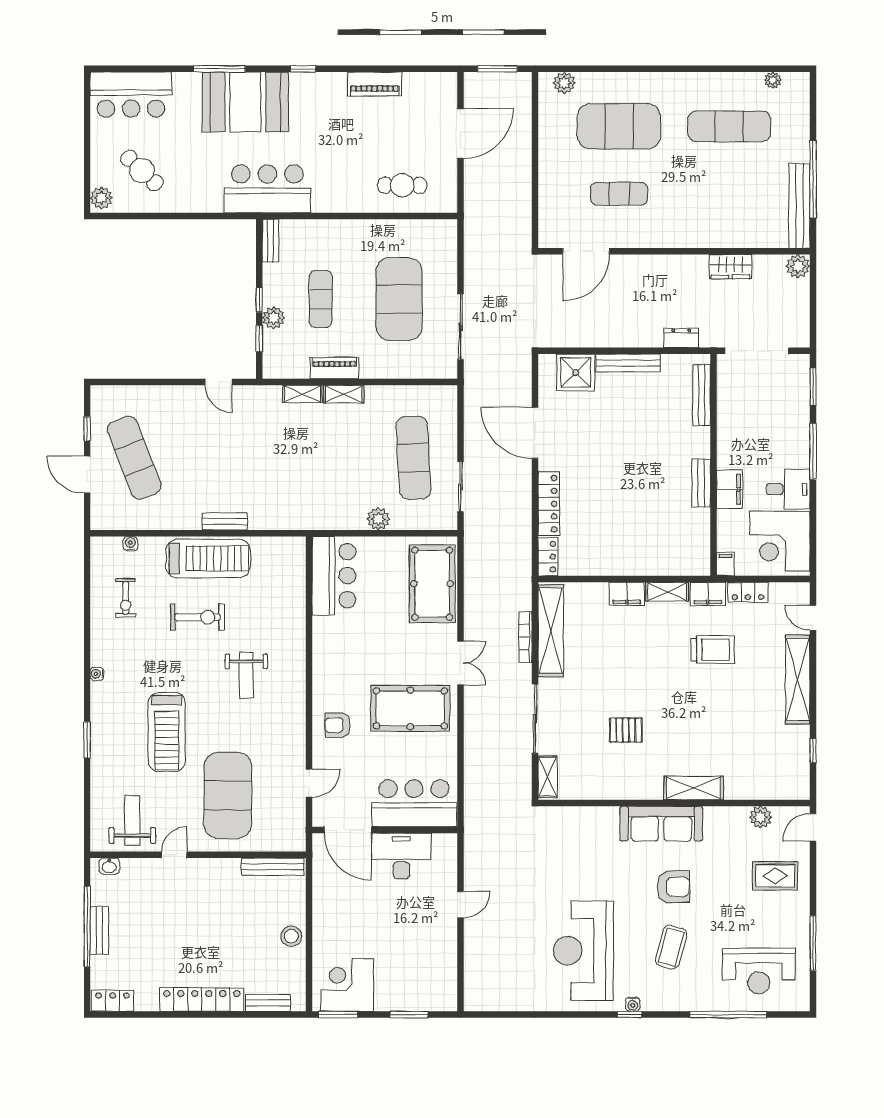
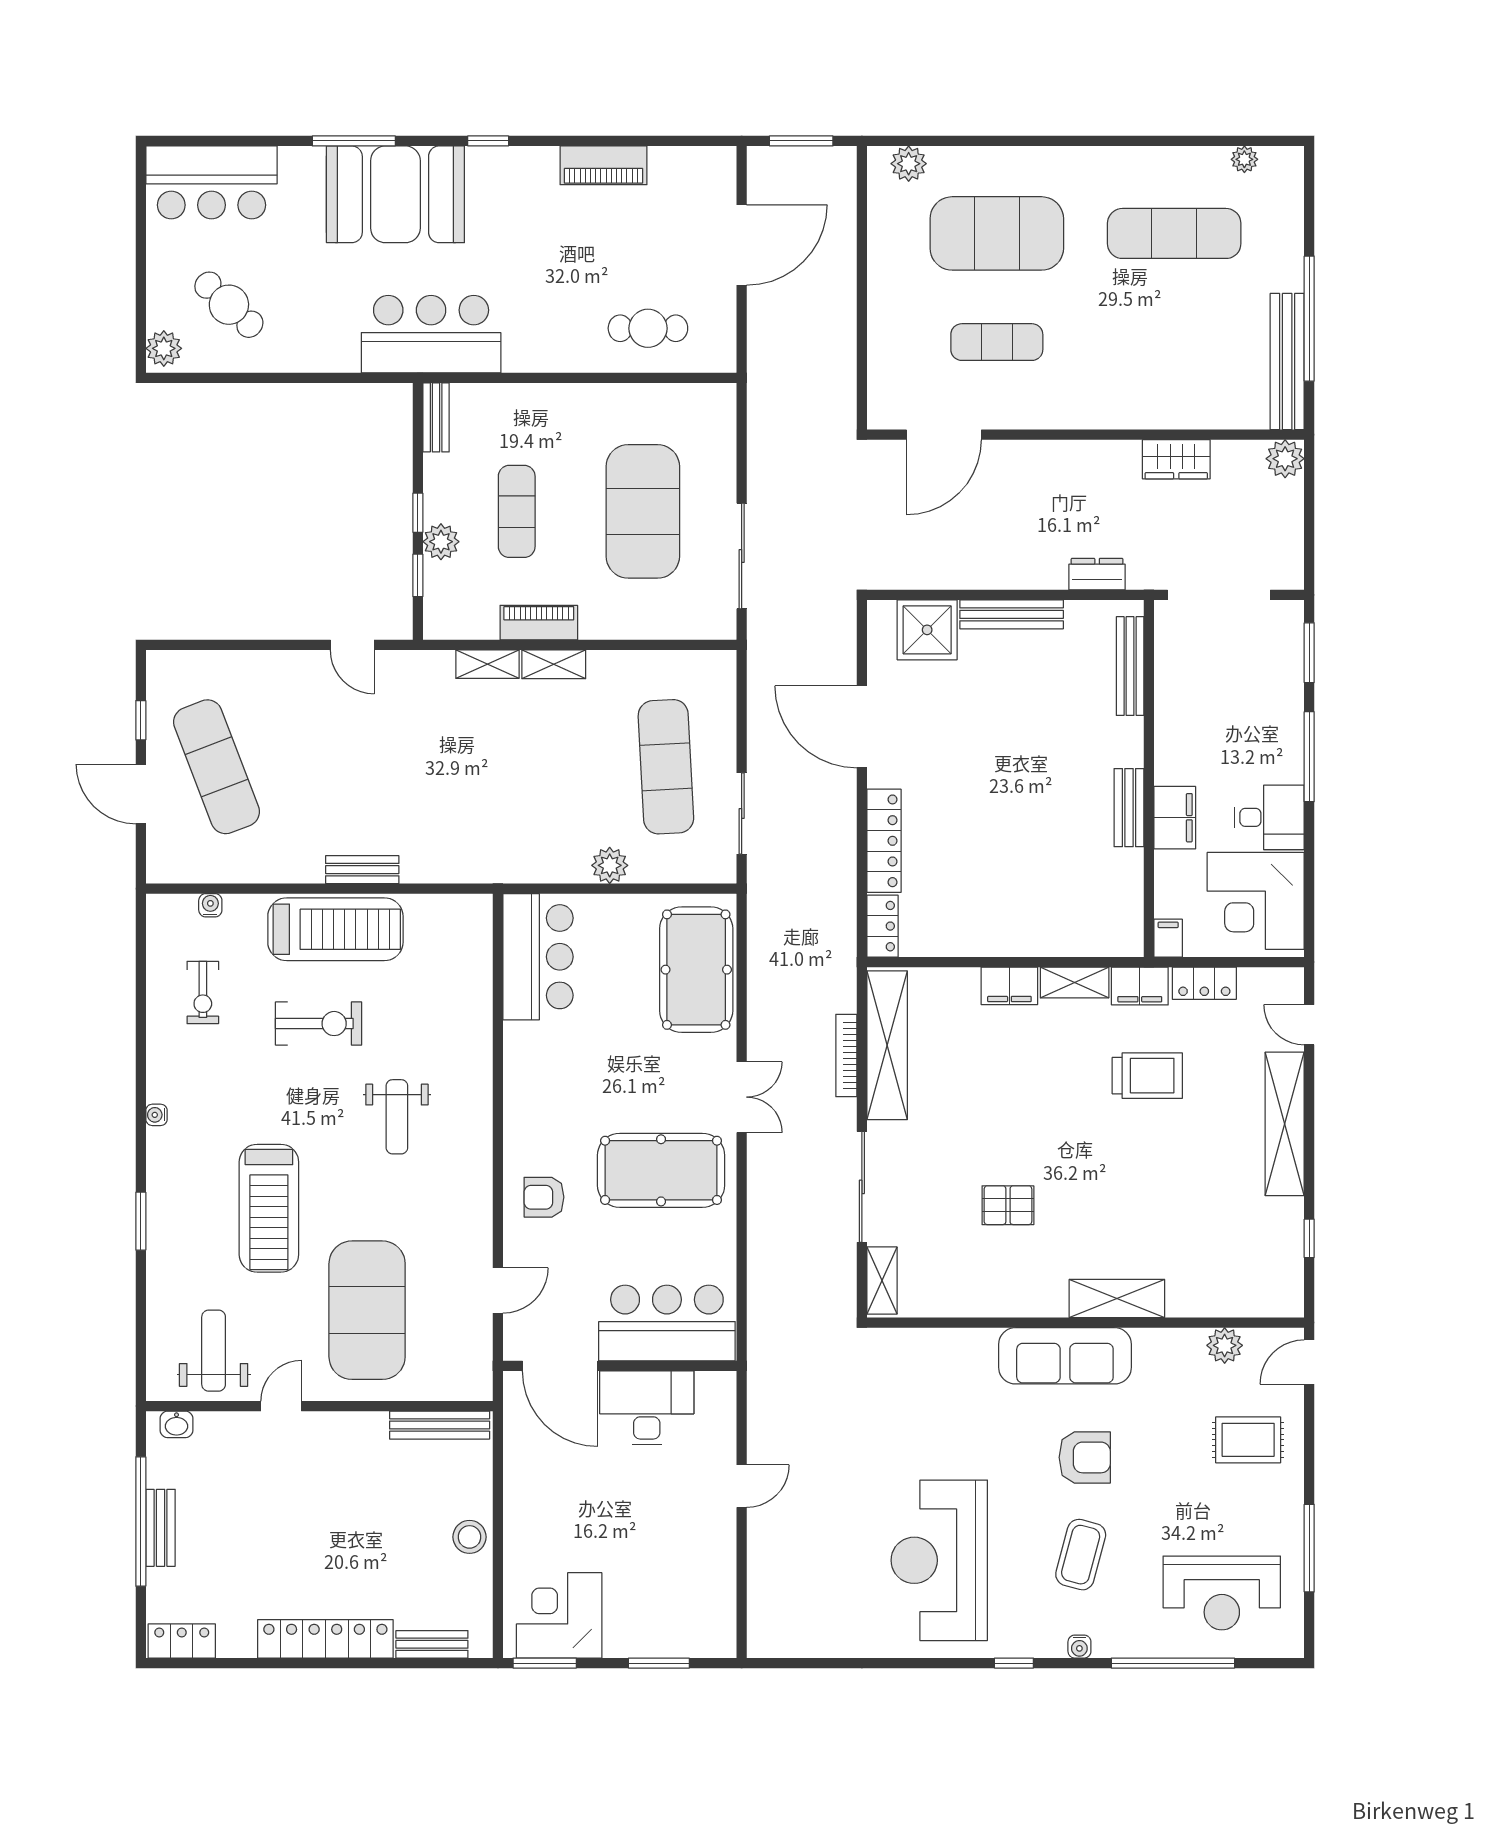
water cooler: (633, 1004) -> (1079, 1647), moved

